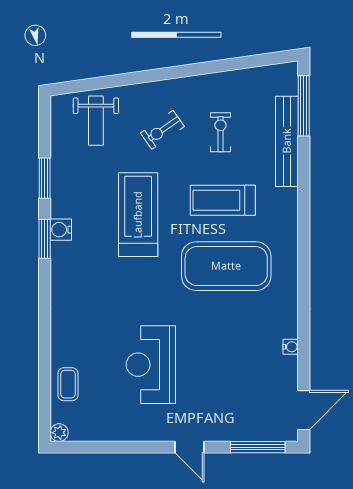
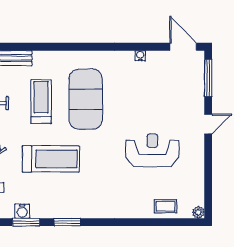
treadmill: (223, 200) -> (41, 102), turned 180
treadmill: (138, 215) -> (51, 159), turned 180
water cooler: (61, 230) -> (22, 211), moved
reception desk: (151, 365) -> (152, 150), turned 180

